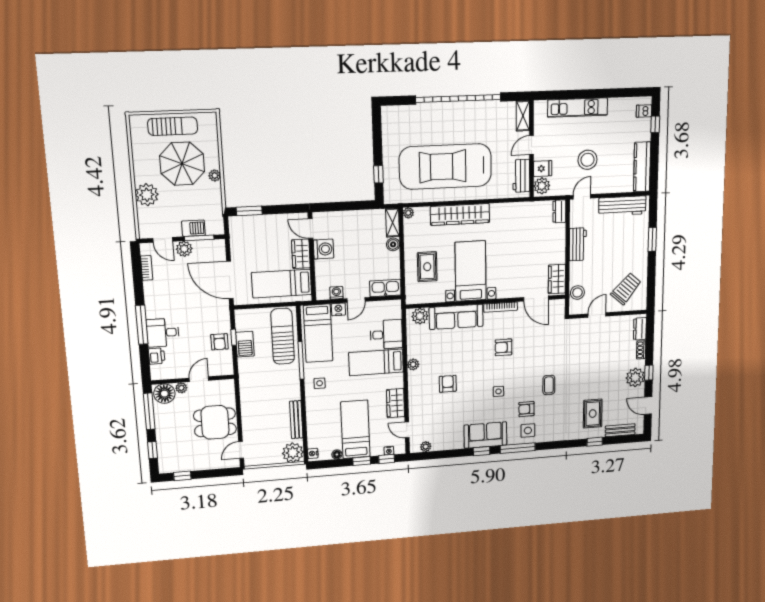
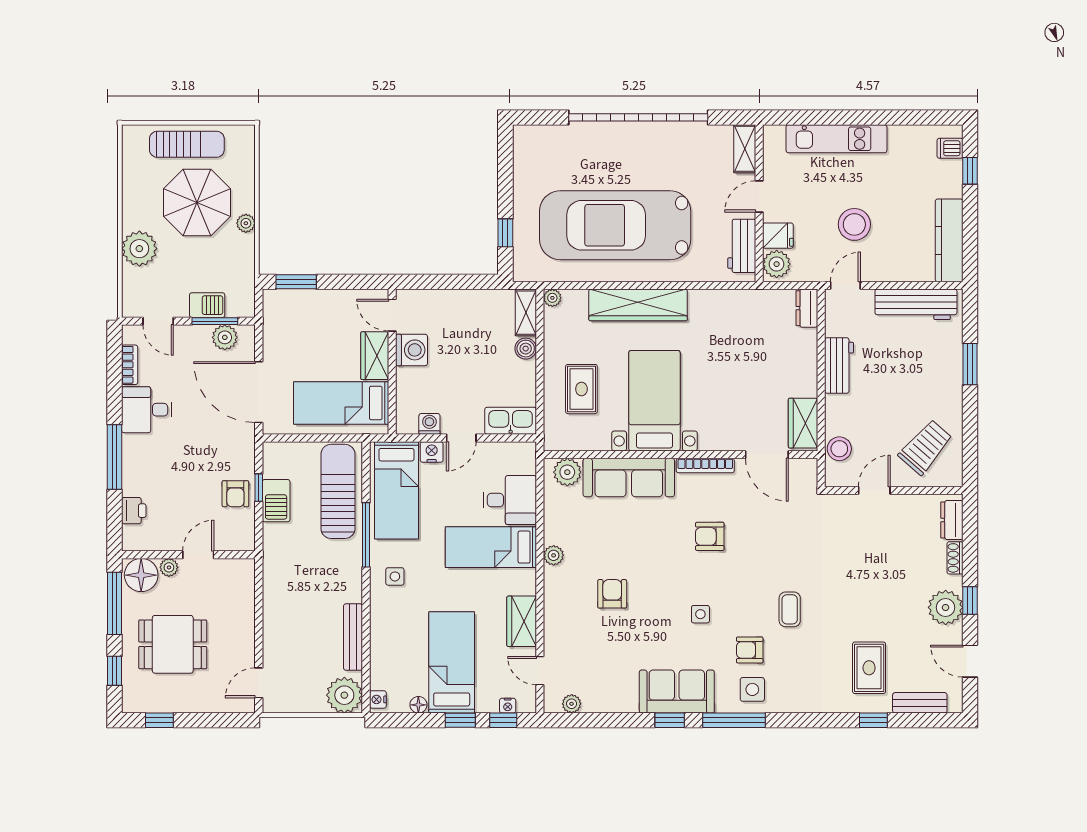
plant: (184, 249) -> (225, 337), moved
desk: (163, 333) -> (147, 410), moved
dining table: (215, 422) -> (173, 644), moved

